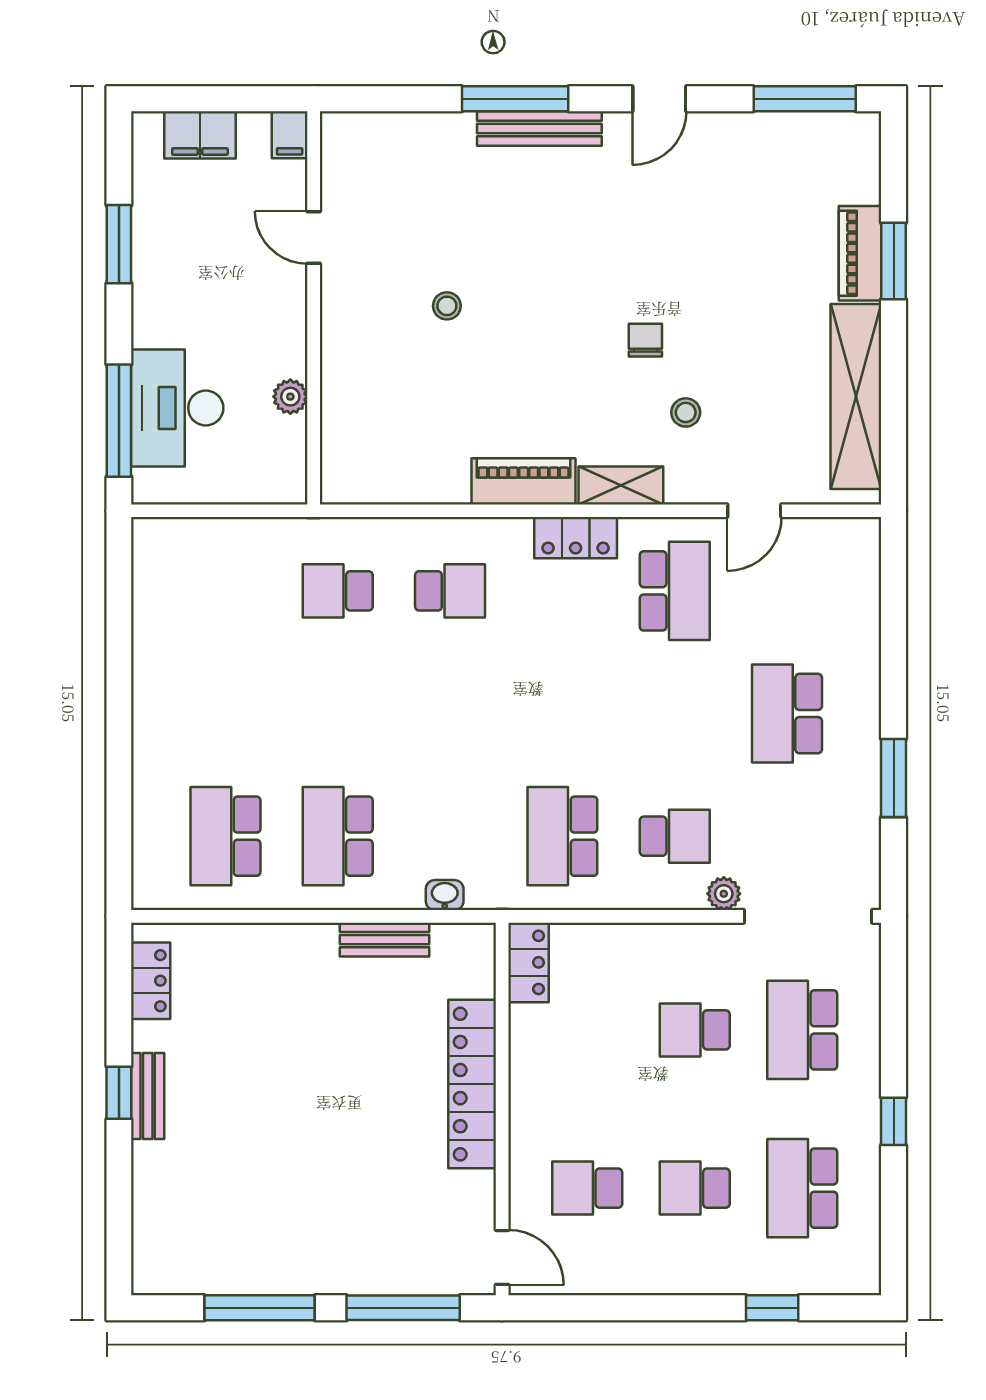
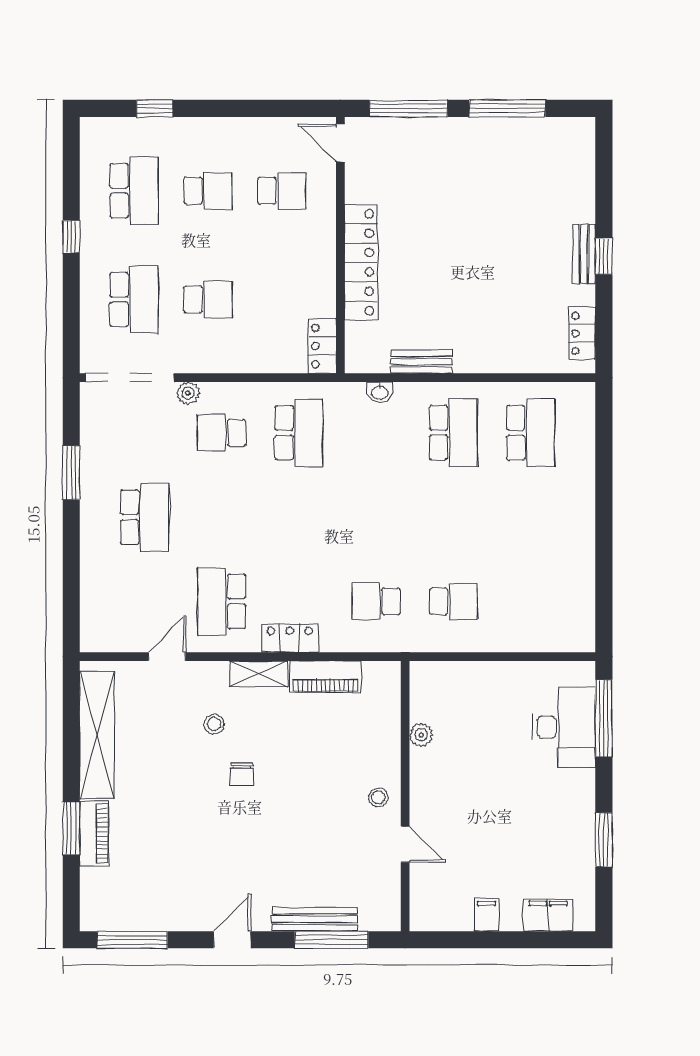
door: (314, 238) -> (405, 844), moved
wall: (314, 308) -> (405, 796), moved
plant: (290, 397) -> (421, 735), moved

